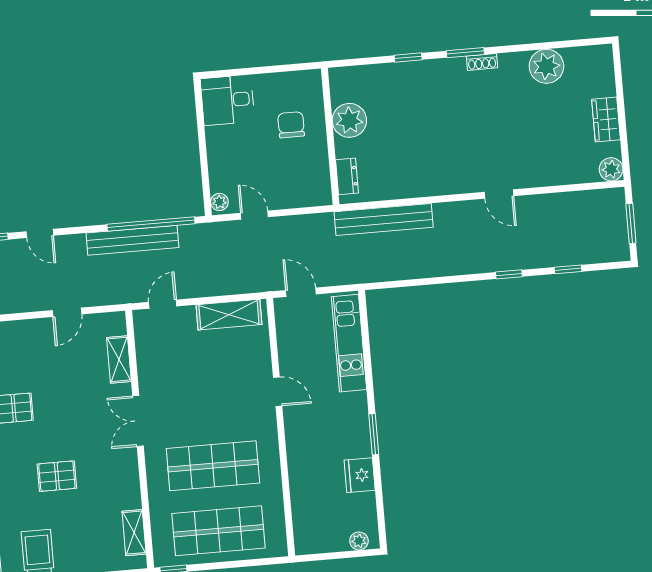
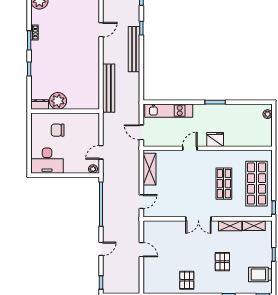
desk: (227, 100) -> (47, 161), width x1.37
dresser: (347, 176) -> (40, 105), moved
door: (40, 233) -> (101, 249), moved
bench: (132, 240) -> (134, 49), moved
door: (301, 292) -> (141, 132), hinge flipped
door: (163, 304) -> (141, 202), swing flipped
shelving: (119, 359) -> (230, 226), moved
shop shelf: (213, 466) -> (224, 184), width x0.70, depth x0.74
fridge: (360, 475) -> (215, 139), moved, turned 180

